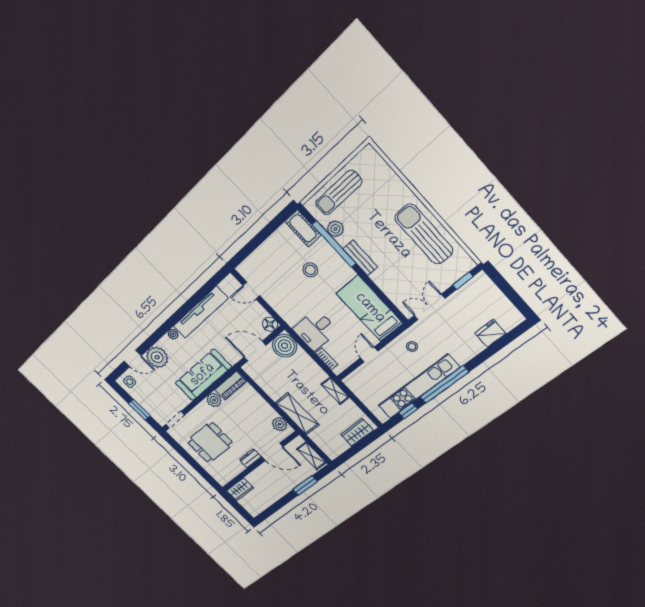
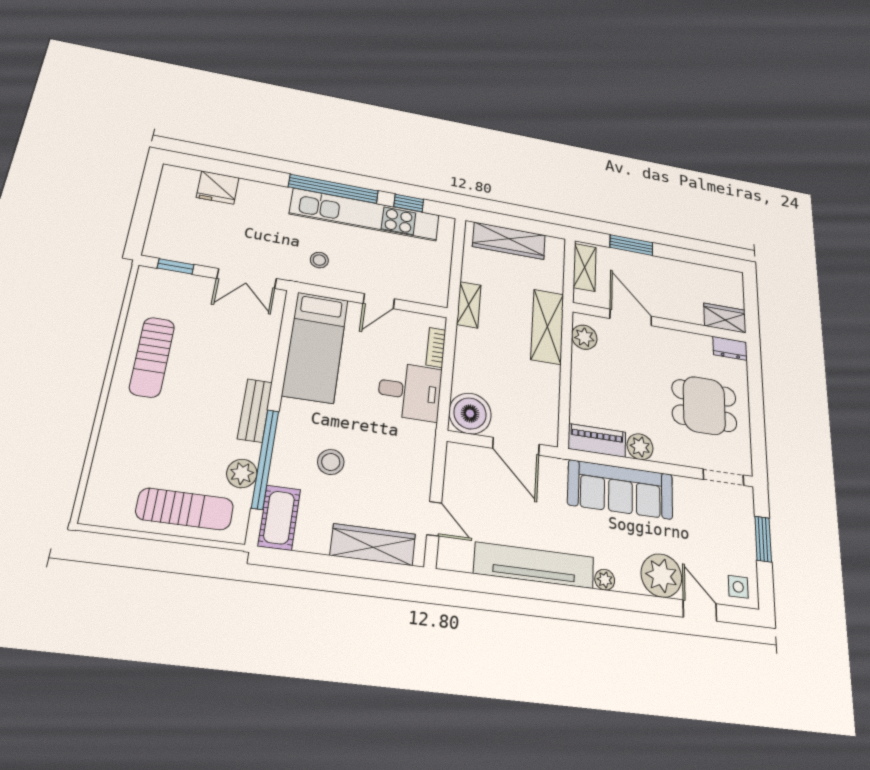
sun lounger: (424, 234) -> (152, 357), width x0.73, depth x0.75
wardrobe: (260, 257) -> (373, 545), added
floor lamp: (270, 324) -> (458, 456), removed
wardrobe: (357, 432) -> (509, 241), width x1.50
dresser: (250, 458) -> (730, 348), moved

